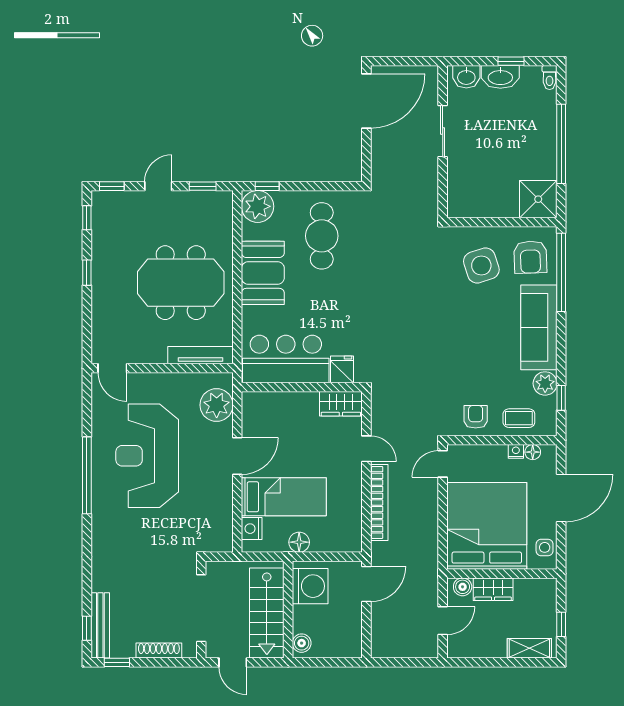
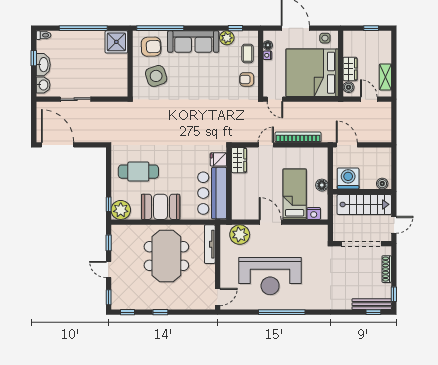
shelving: (529, 648) -> (385, 77), moved

